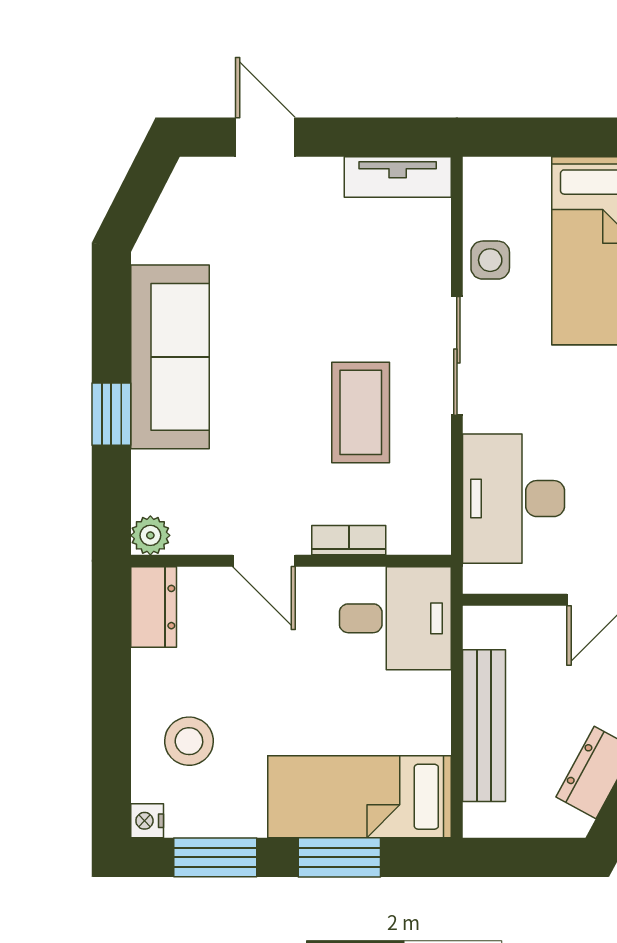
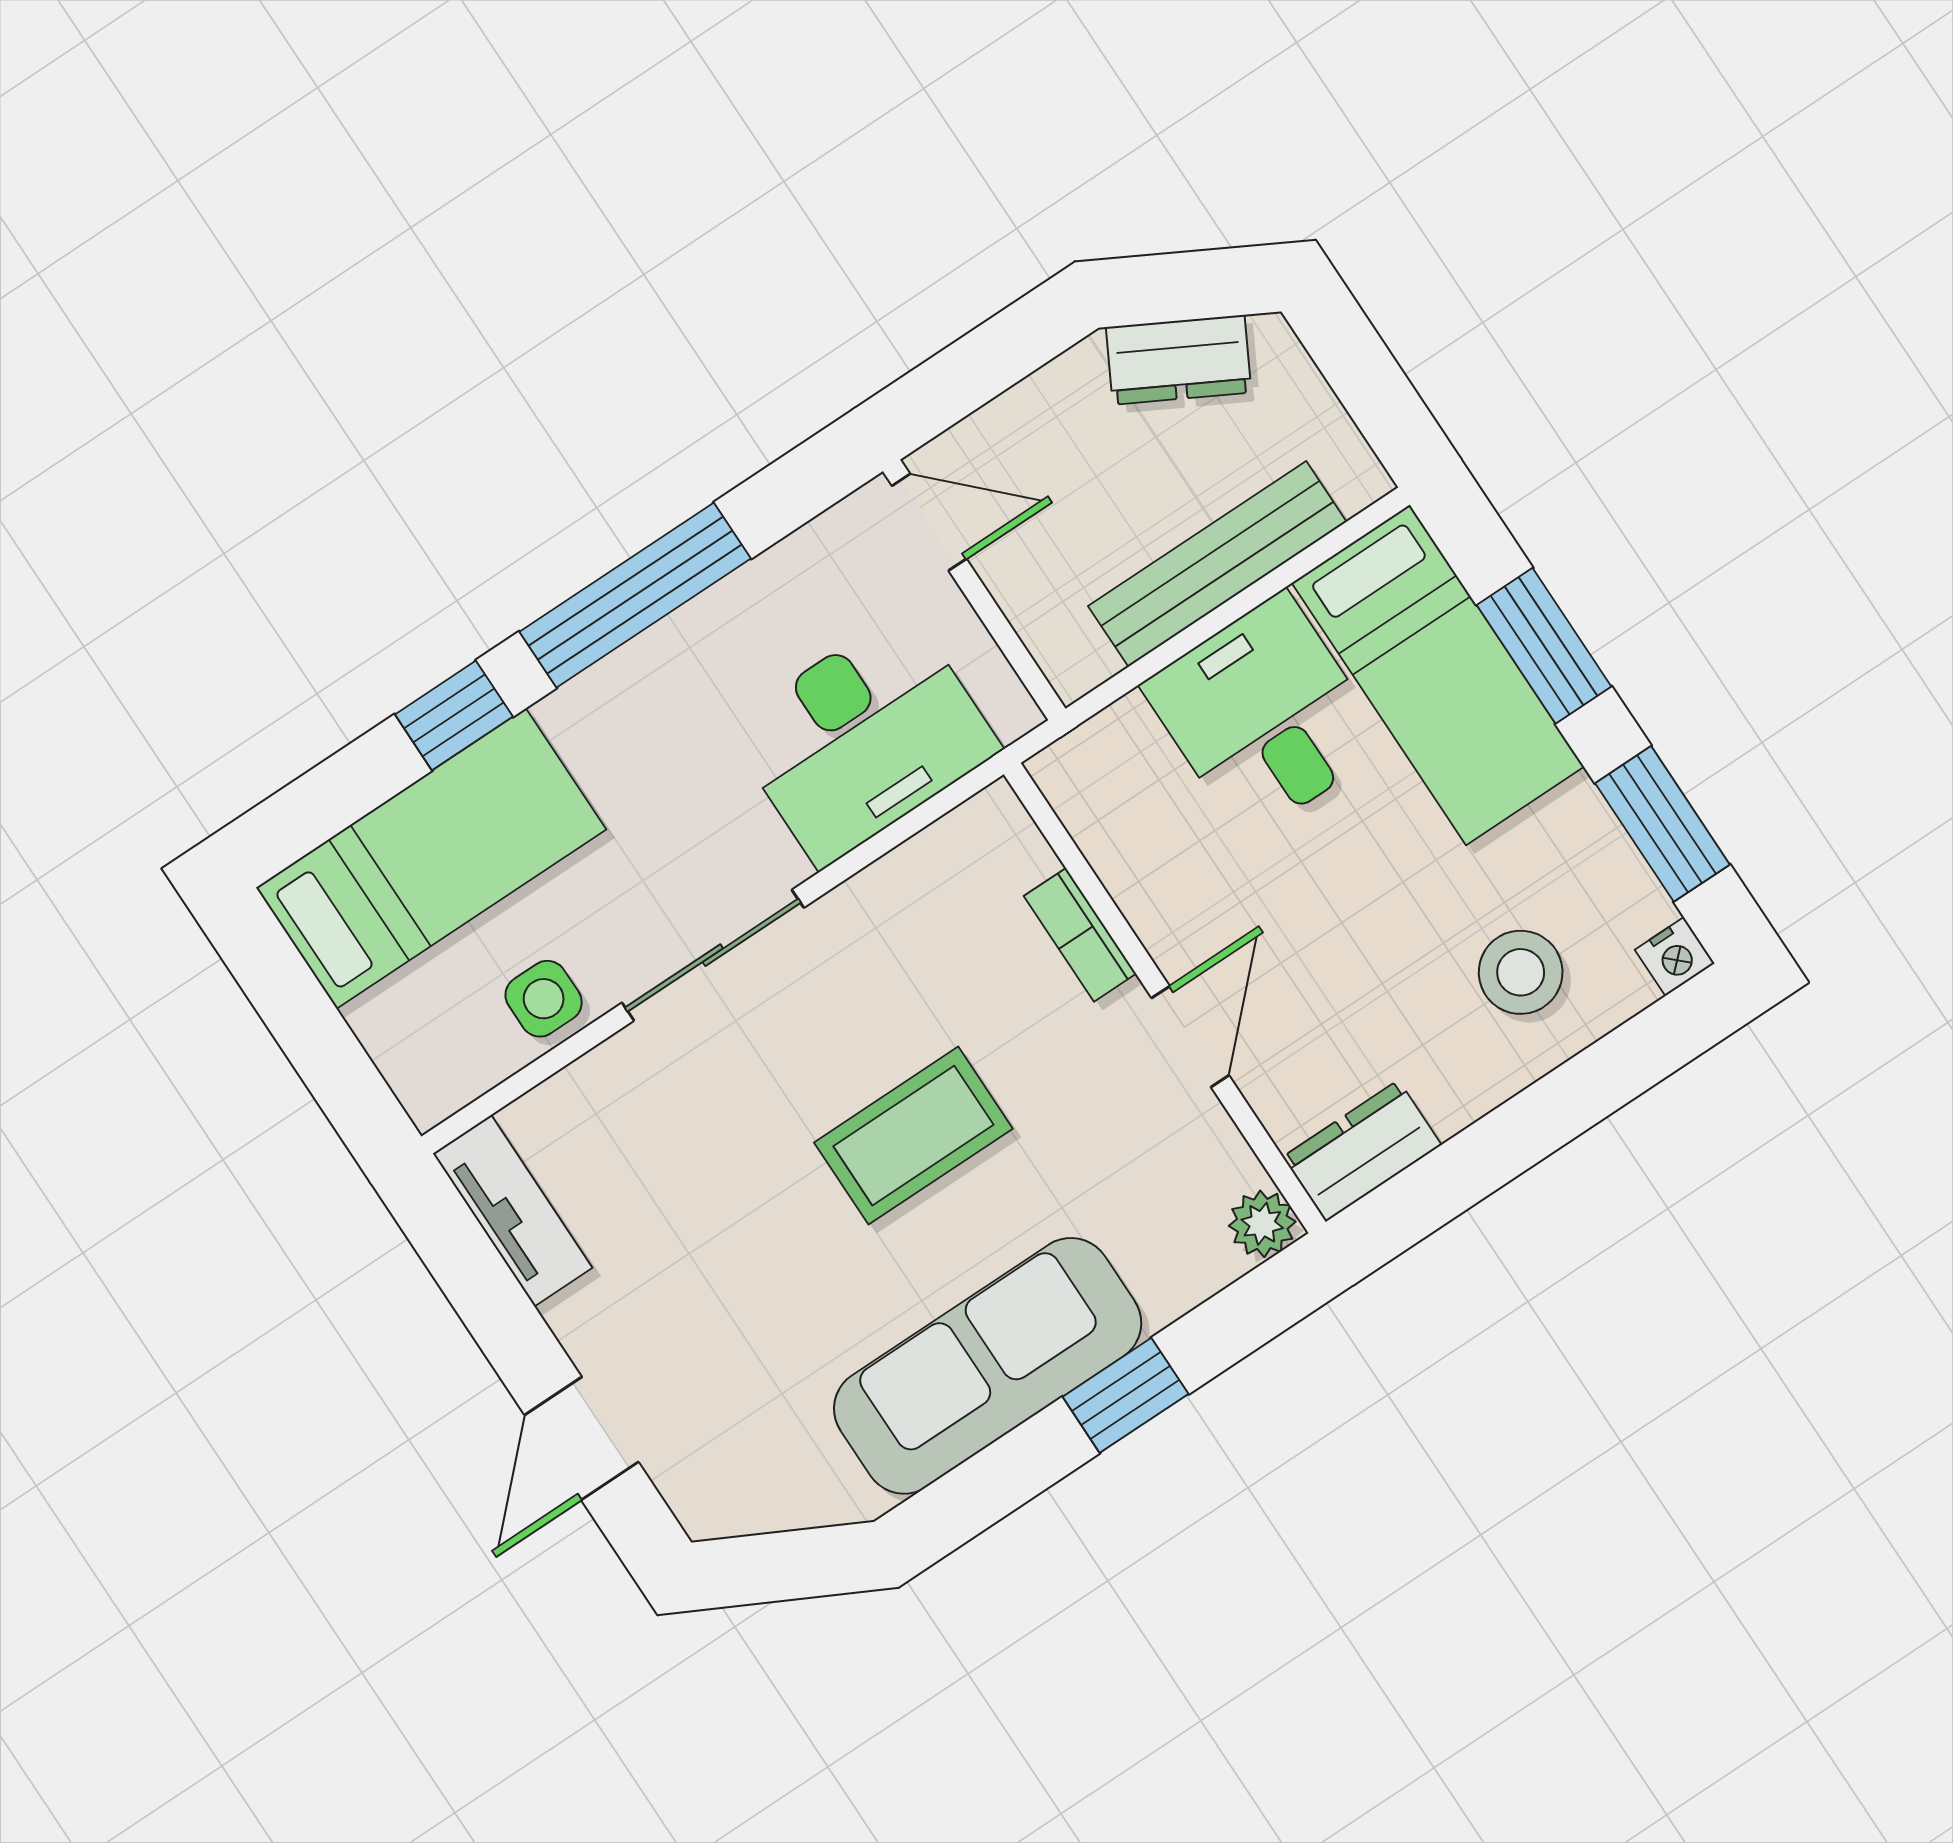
coffee table: (361, 412) -> (913, 1136), moved
desk: (395, 618) -> (1265, 716), moved

